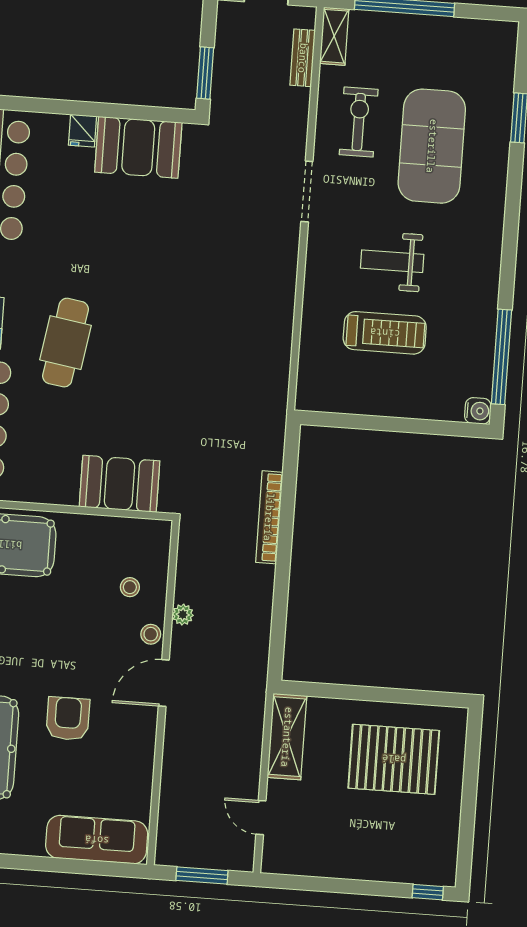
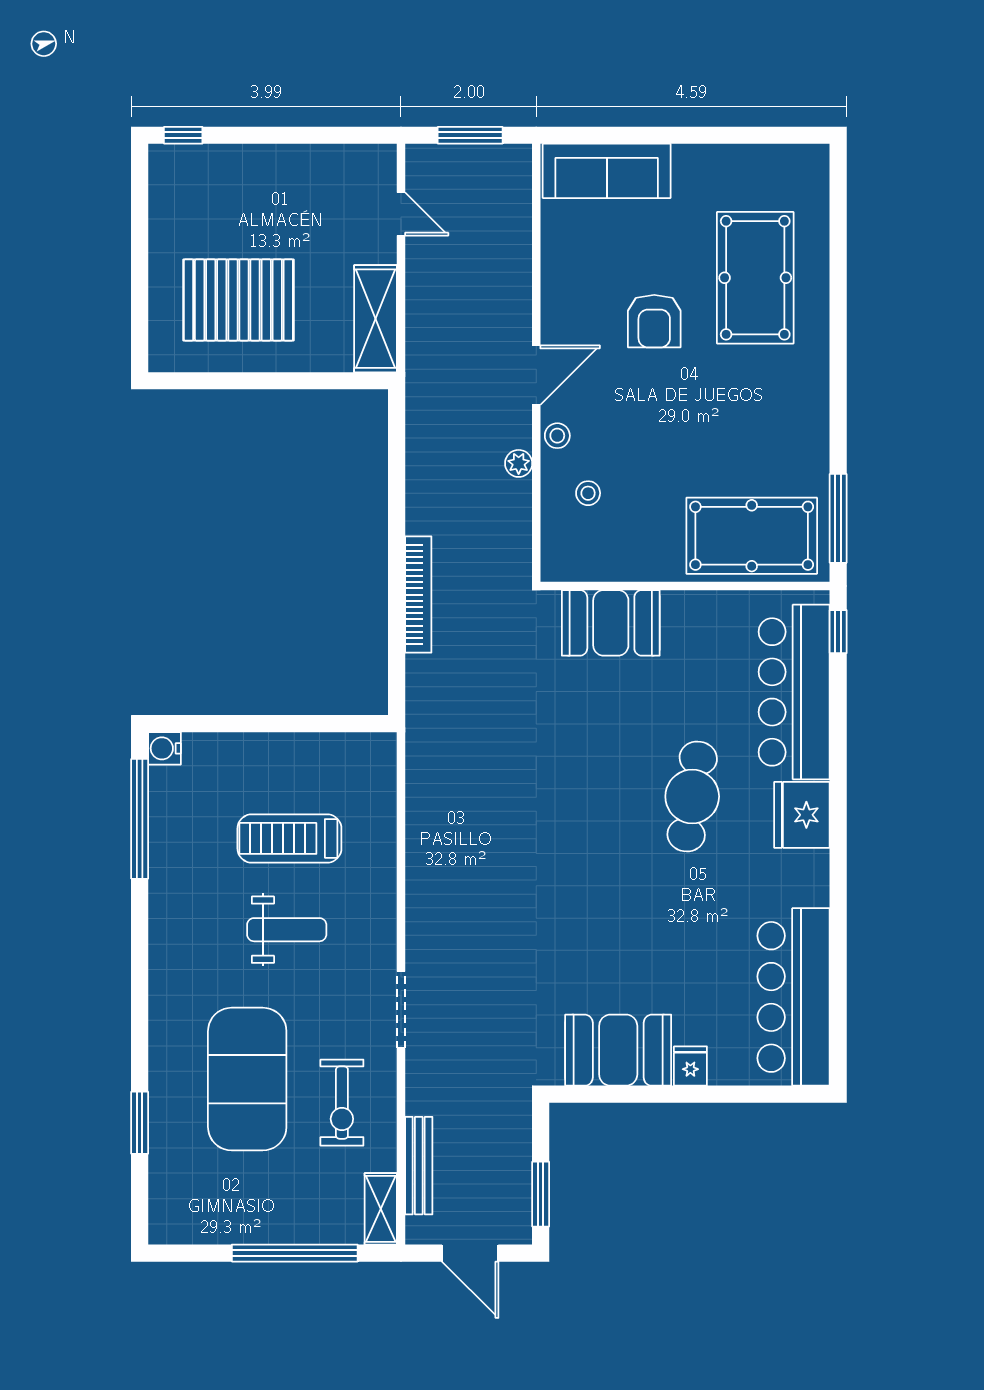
bench: (303, 58) -> (419, 1166), width x1.36
window: (205, 73) -> (541, 1194), moved

